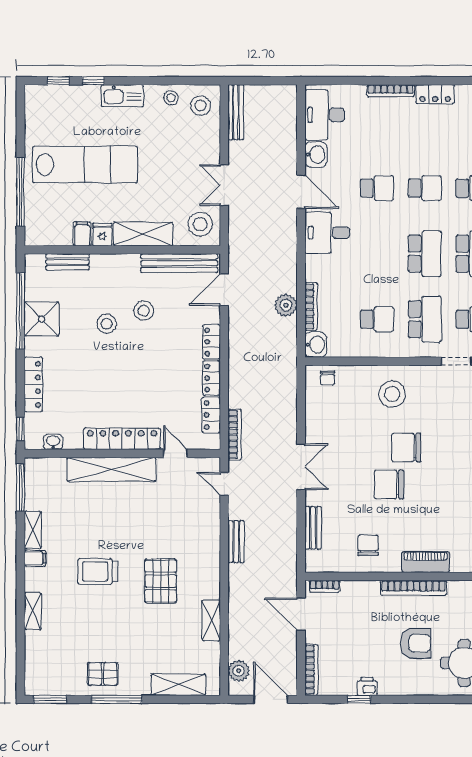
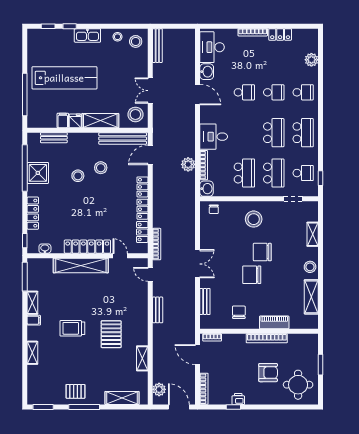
desk: (327, 233) -> (214, 137), moved
school desk: (377, 319) -> (244, 173), width x1.85

